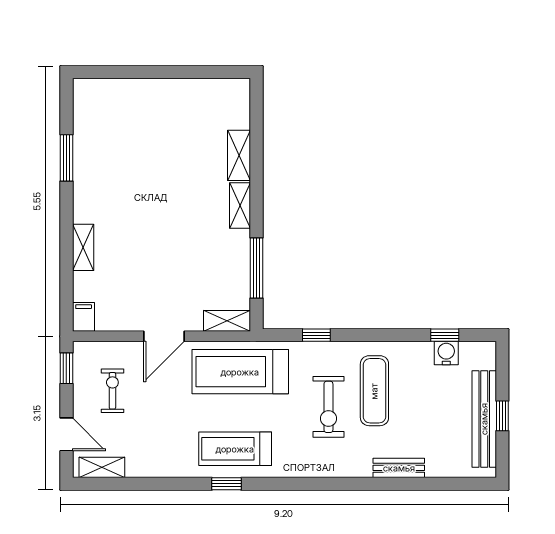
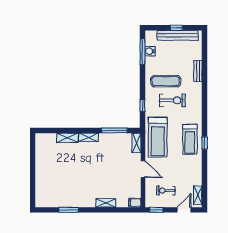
window: (445, 335) -> (142, 52), width x2.17

